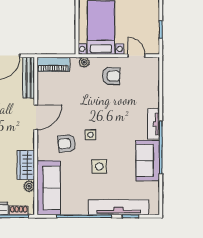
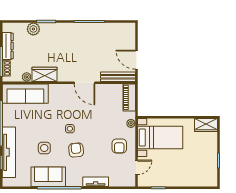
tv unit: (154, 124) -> (96, 182), moved
armchair: (67, 143) -> (76, 150), moved
side table: (99, 166) -> (44, 148), moved

